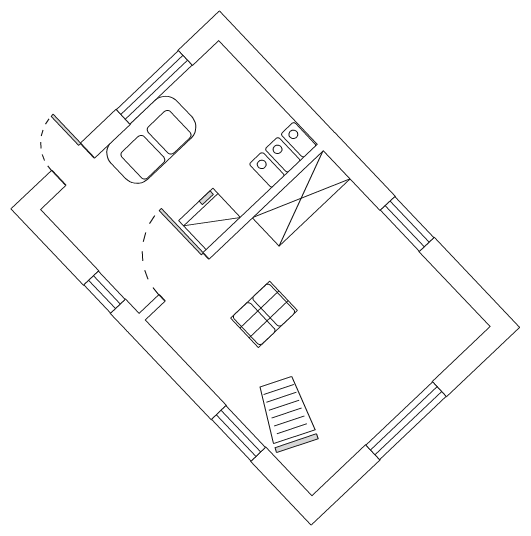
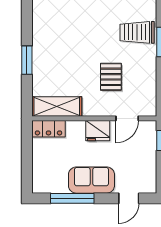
door: (184, 277) -> (127, 118), width x0.73
pallet: (264, 314) -> (111, 77), turned 90
trolley: (287, 414) -> (137, 32), turned 65

